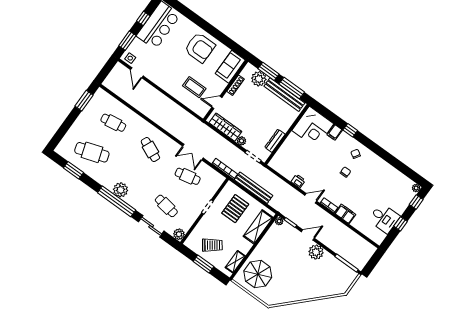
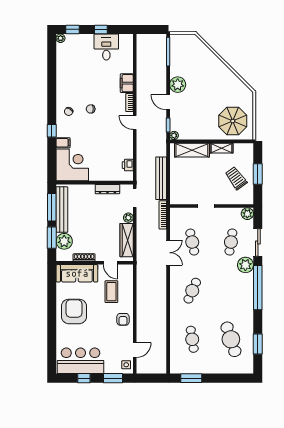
sofa: (230, 67) -> (77, 273), width x1.36
armchair: (167, 81) -> (123, 319), added
printer: (298, 181) -> (128, 165), moved
plant: (121, 190) -> (245, 265), moved
pallet: (235, 209) -> (190, 181), removed
shelving: (235, 262) -> (222, 148), moved

